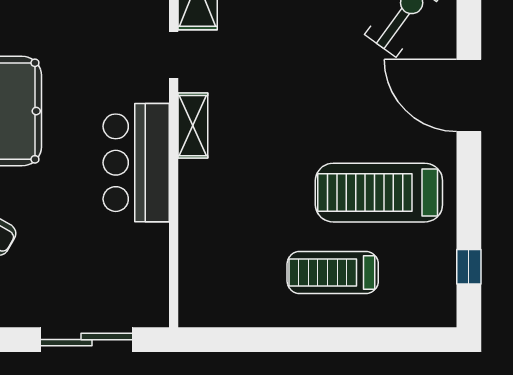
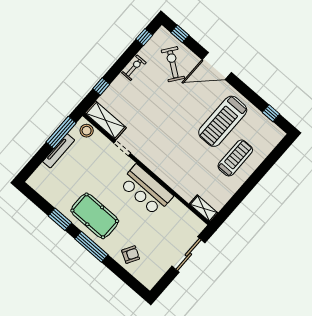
shelving: (193, 126) -> (204, 208), moved
treadmill: (333, 272) -> (235, 158), turned 180

